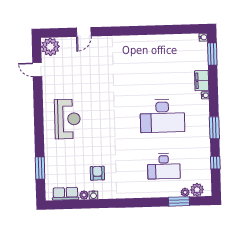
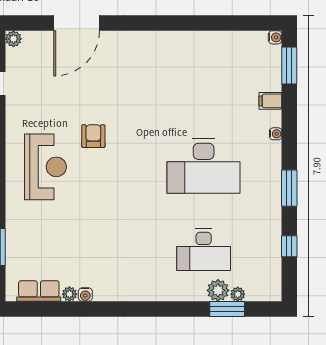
door: (84, 32) -> (77, 23), width x1.87
plant: (50, 47) -> (13, 39), width x0.53, depth x0.53
filing cabinet: (202, 81) -> (270, 101), width x0.50
armchair: (97, 173) -> (93, 136), moved
plant: (197, 190) -> (218, 290), moved

